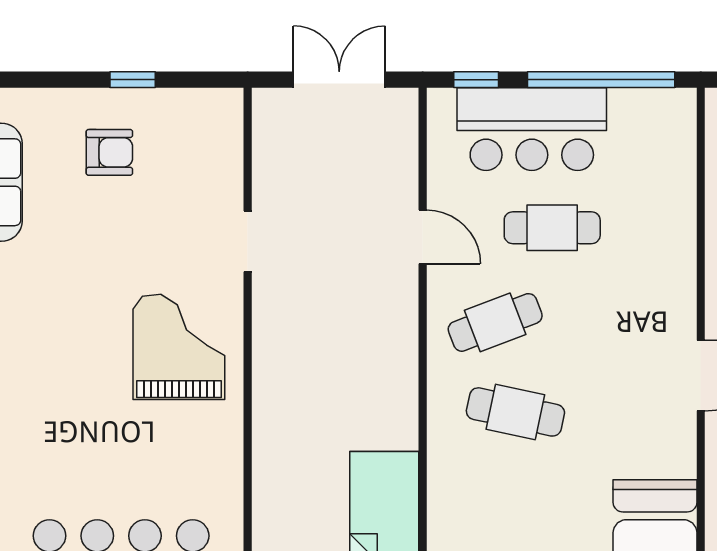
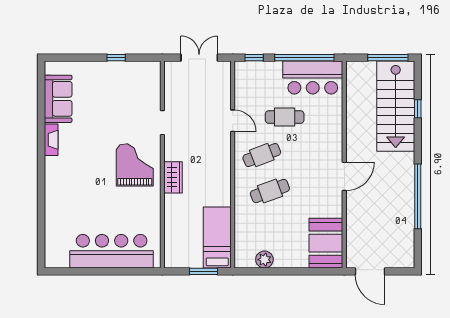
bar counter: (532, 129) -> (313, 77), moved
armchair: (109, 152) -> (107, 87), removed
wardrobe: (274, 378) -> (173, 177), added
cafe table: (515, 412) -> (270, 191), turned -32

